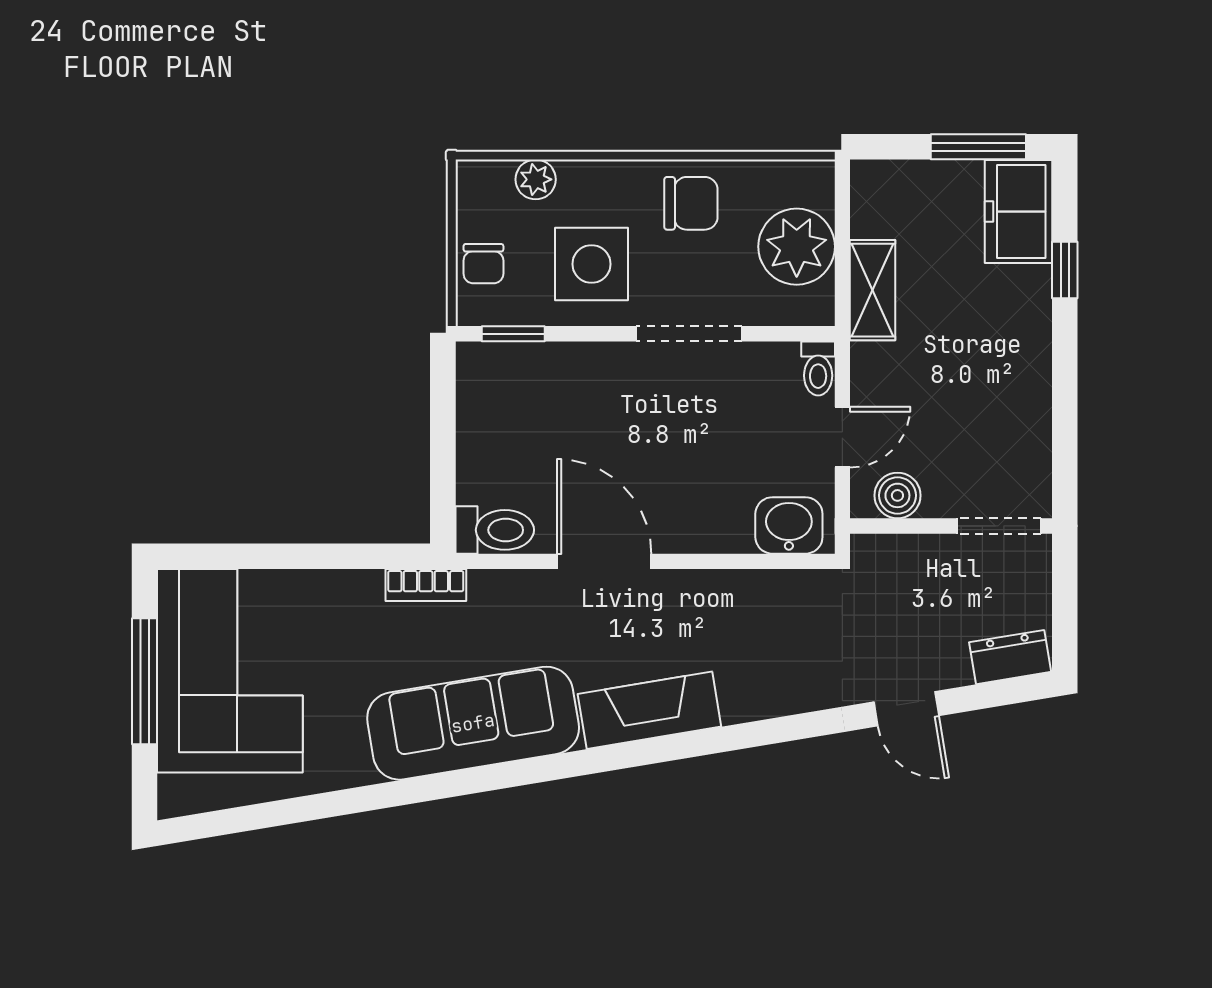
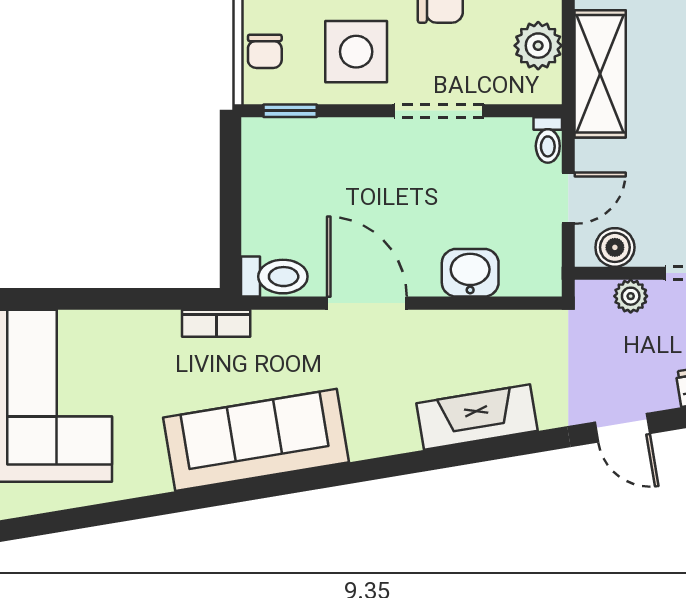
plant: (797, 247) -> (538, 46), width x0.73, depth x0.73
shelving: (873, 290) -> (600, 74), width x1.50, depth x1.33
washbasin: (789, 525) -> (470, 273), moved
plant: (916, 553) -> (631, 296), added
fireplace: (649, 710) -> (477, 417), moved

